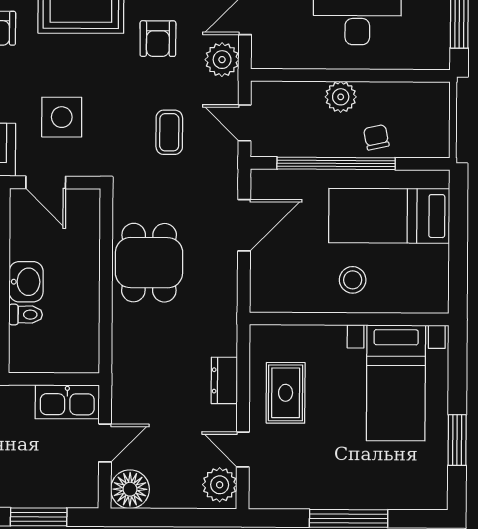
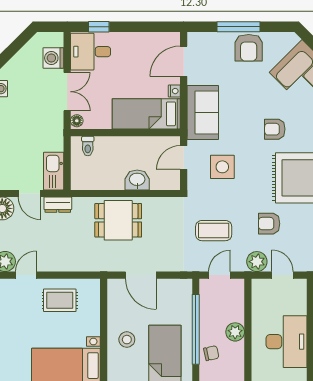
coffee table: (169, 132) -> (214, 231), width x1.36, depth x1.30
door: (244, 225) -> (141, 275), moved
dining table: (149, 263) -> (118, 220), moved
washbasin: (26, 282) -> (137, 180), moved, turned 180
toilet: (26, 315) -> (88, 146), moved
dresser: (224, 380) -> (58, 205), moved, turned 180

